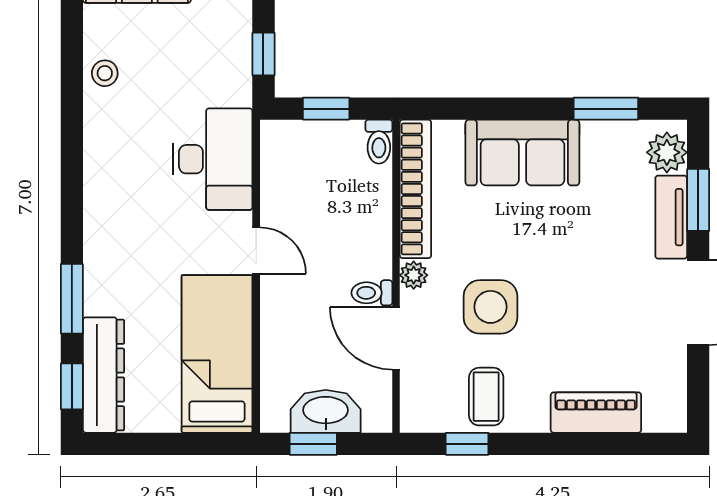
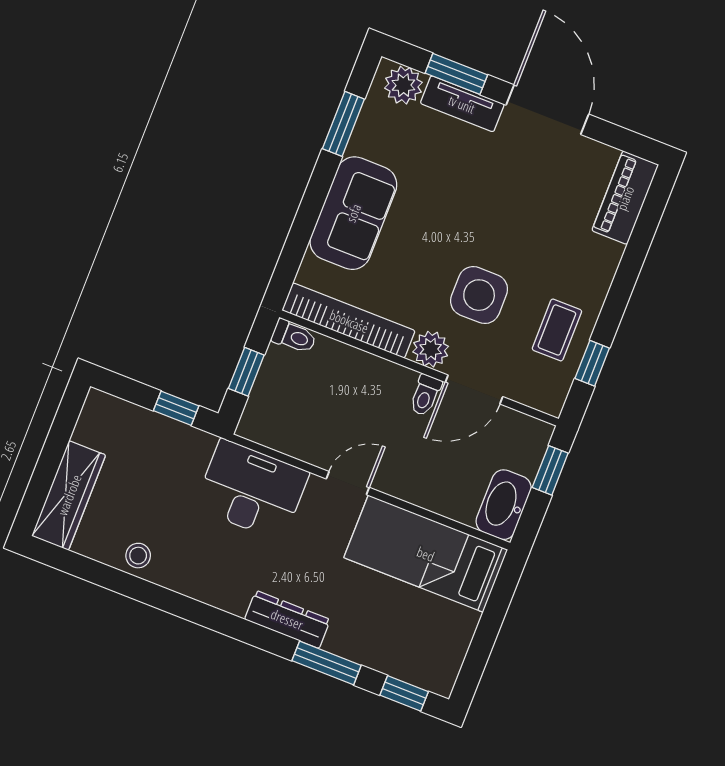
plant: (414, 275) -> (431, 349), width x1.38, depth x1.38
dresser: (104, 375) -> (287, 619), moved, width x0.73, depth x0.80
coffee table: (486, 397) -> (557, 330), turned 90
washbasin: (326, 411) -> (504, 505), moved
piano: (596, 413) -> (625, 198), moved
window: (313, 444) -> (550, 470), moved

